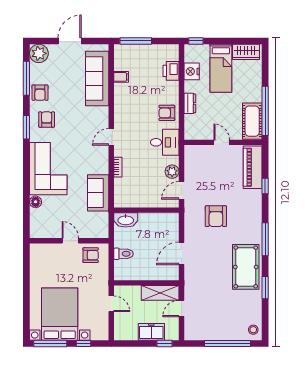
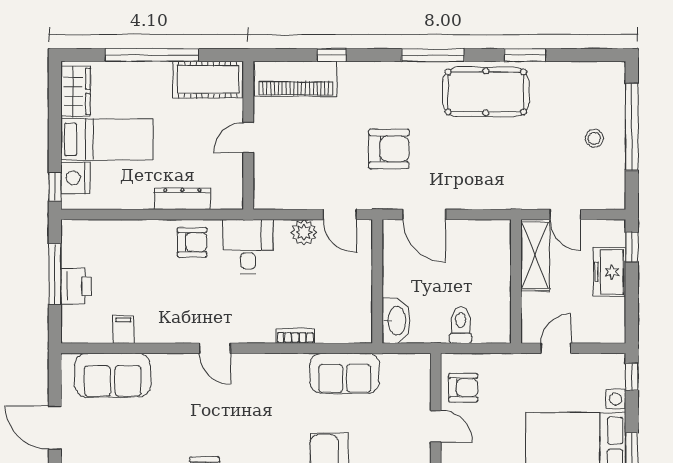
window: (136, 41) -> (55, 274), moved
printer: (171, 71) -> (76, 286), moved, turned -90
nightstand: (192, 71) -> (75, 178), moved, turned 90
sofa: (97, 78) -> (113, 375), width x0.73
dresser: (190, 103) -> (182, 199), width x1.44
window: (265, 111) -> (152, 55), moved
armchair: (167, 113) -> (192, 242), turned -90
door: (111, 137) -> (215, 348), moved
door: (70, 241) -> (436, 426), swing flipped
door: (181, 253) -> (424, 214), moved
armchair: (91, 255) -> (463, 388), turned 90
stool: (253, 330) -> (594, 138), moved
window: (84, 343) -> (632, 377), moved

